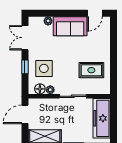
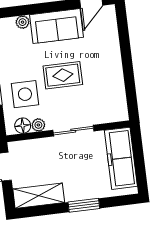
rug: (91, 70) -> (63, 75), moved

